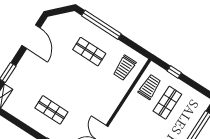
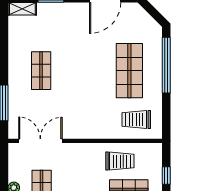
shop shelf: (89, 52) -> (129, 71), width x1.43, depth x1.36
trolley: (150, 87) -> (120, 161), moved

